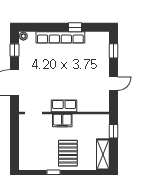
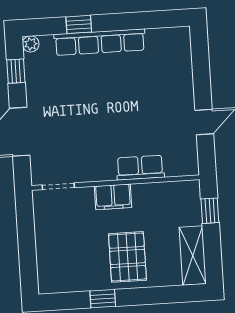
window: (75, 27) -> (79, 24), moved
window: (114, 51) -> (200, 61), removed
row of seats: (64, 106) -> (140, 168), moved

